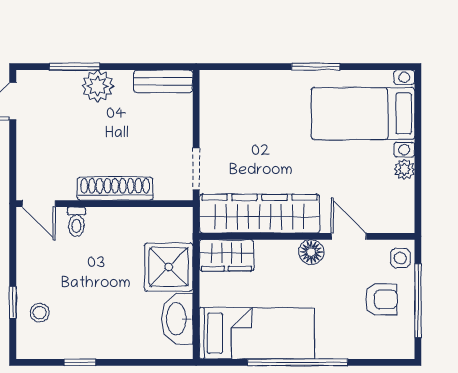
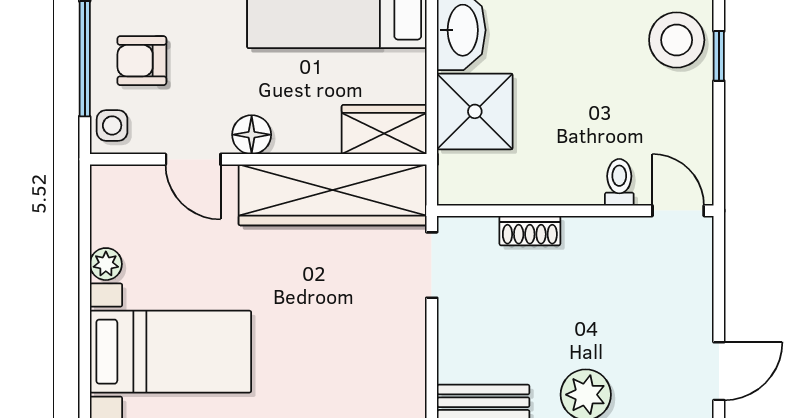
shoe rack: (115, 189) -> (530, 231), width x0.51, depth x0.81
stool: (40, 313) -> (677, 40), width x1.89, depth x1.89

